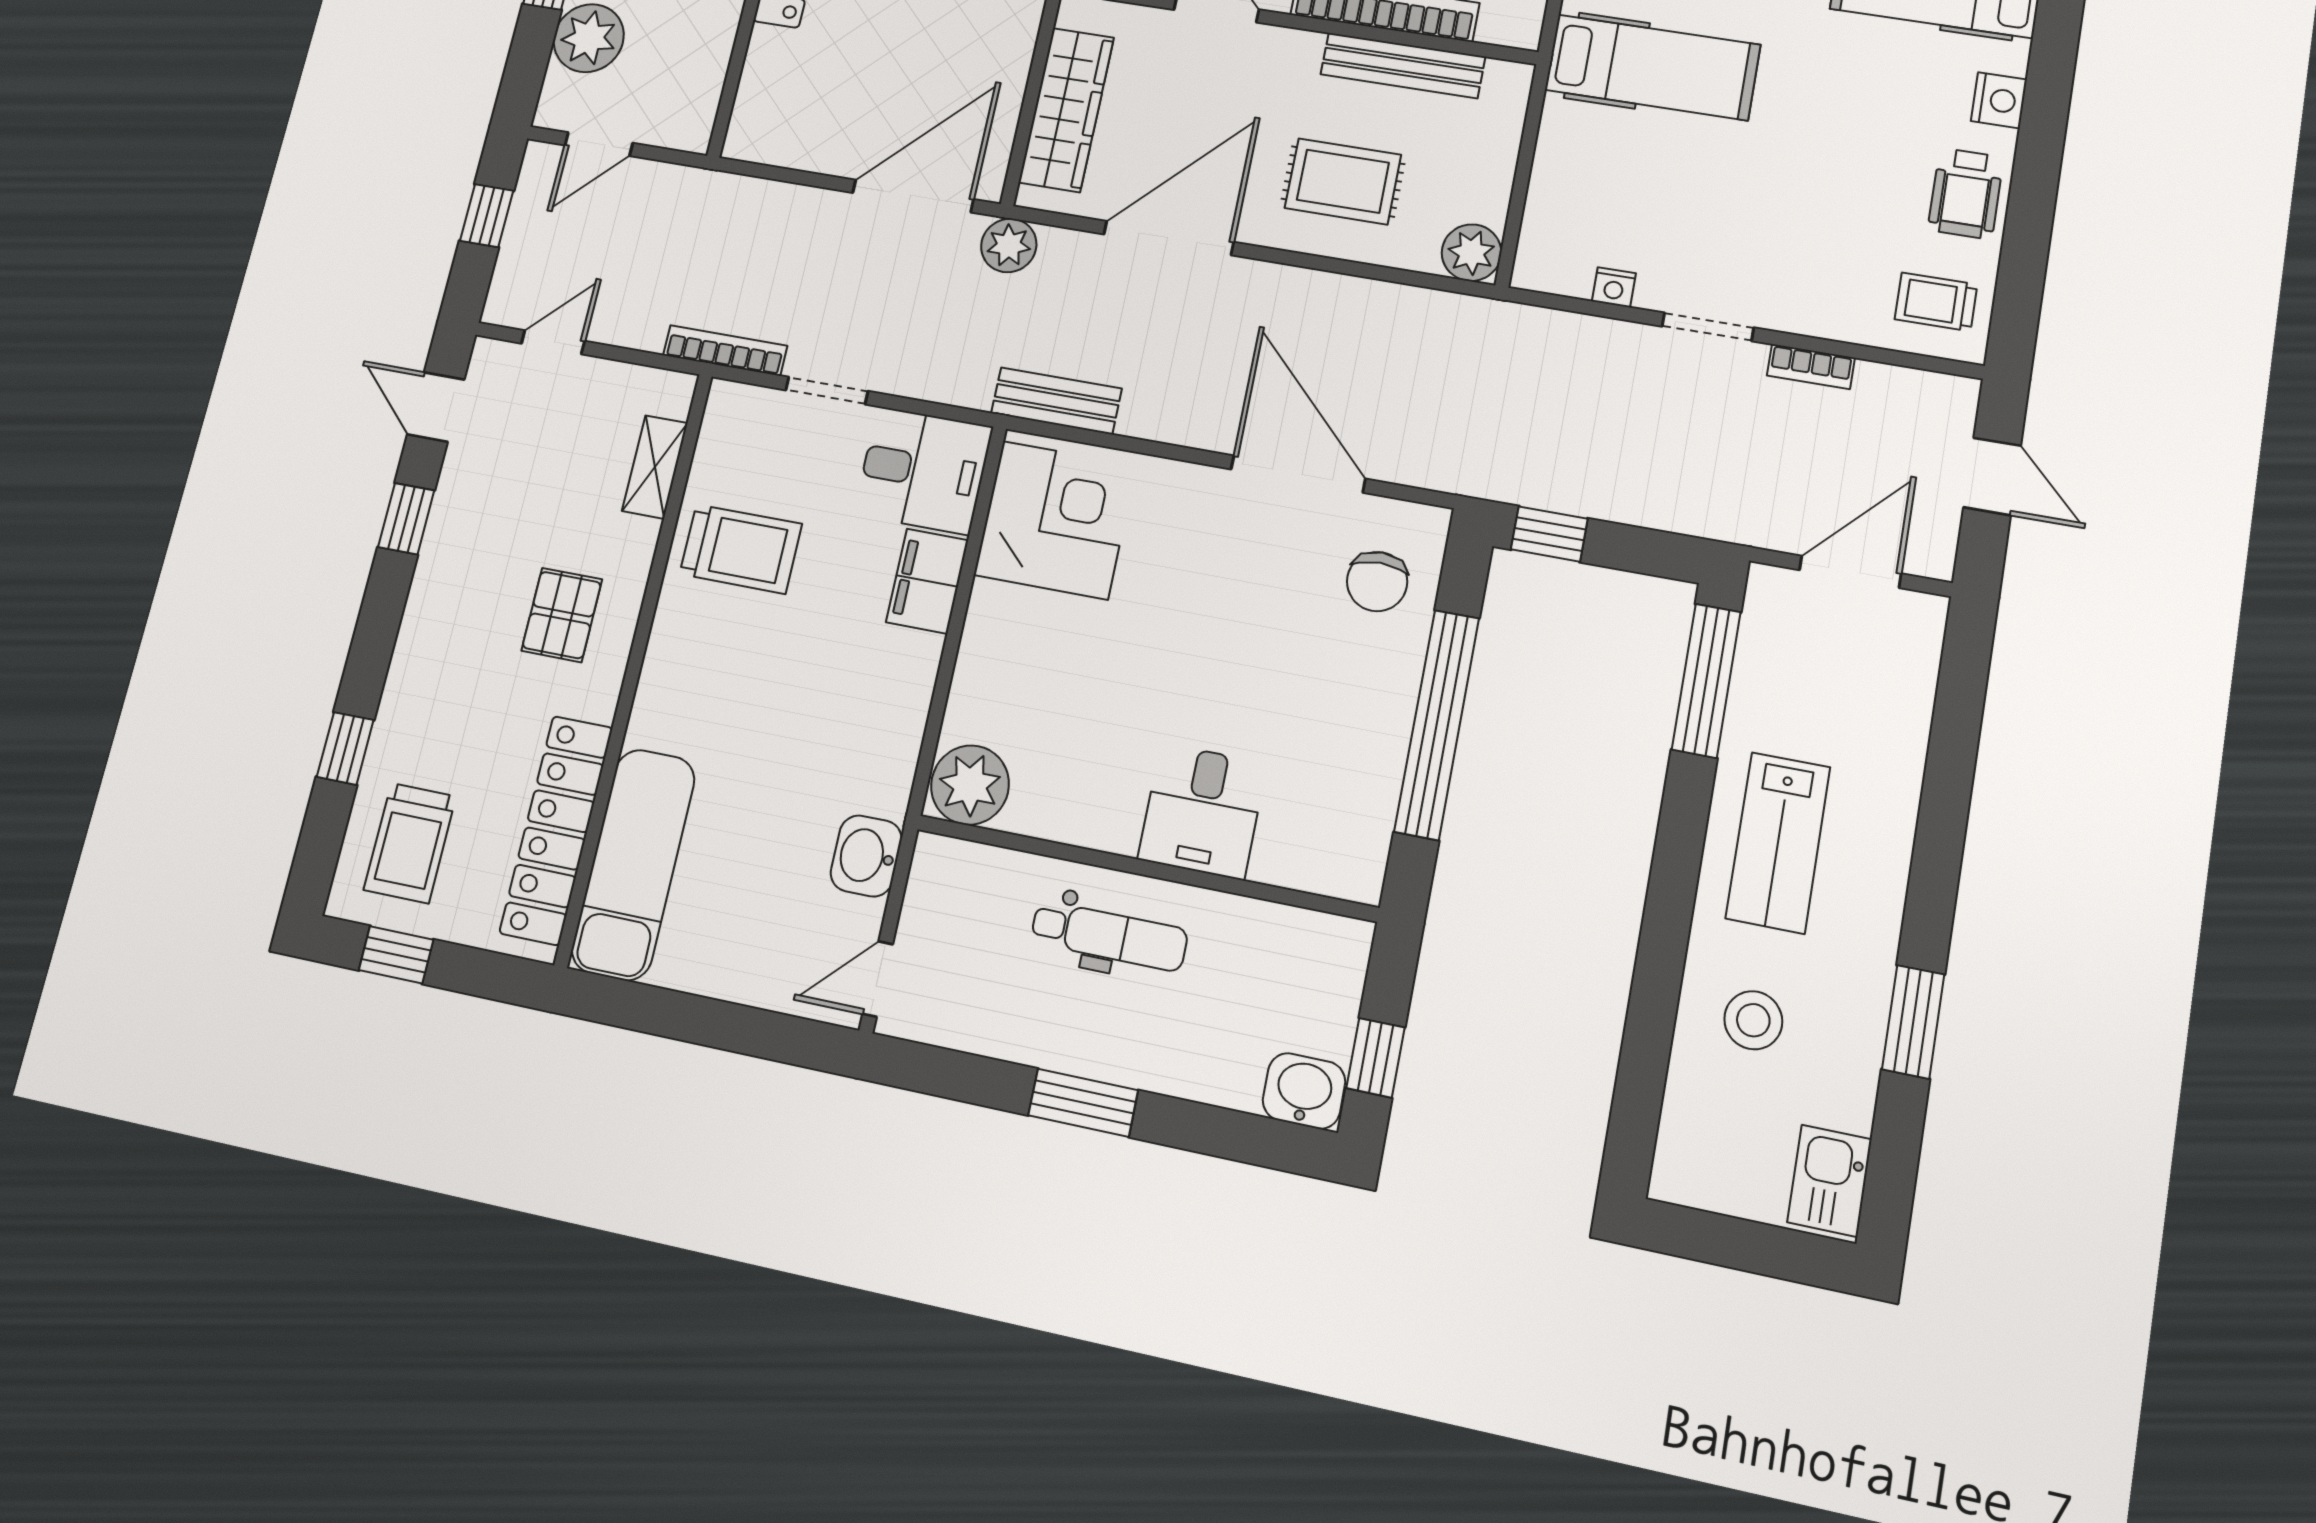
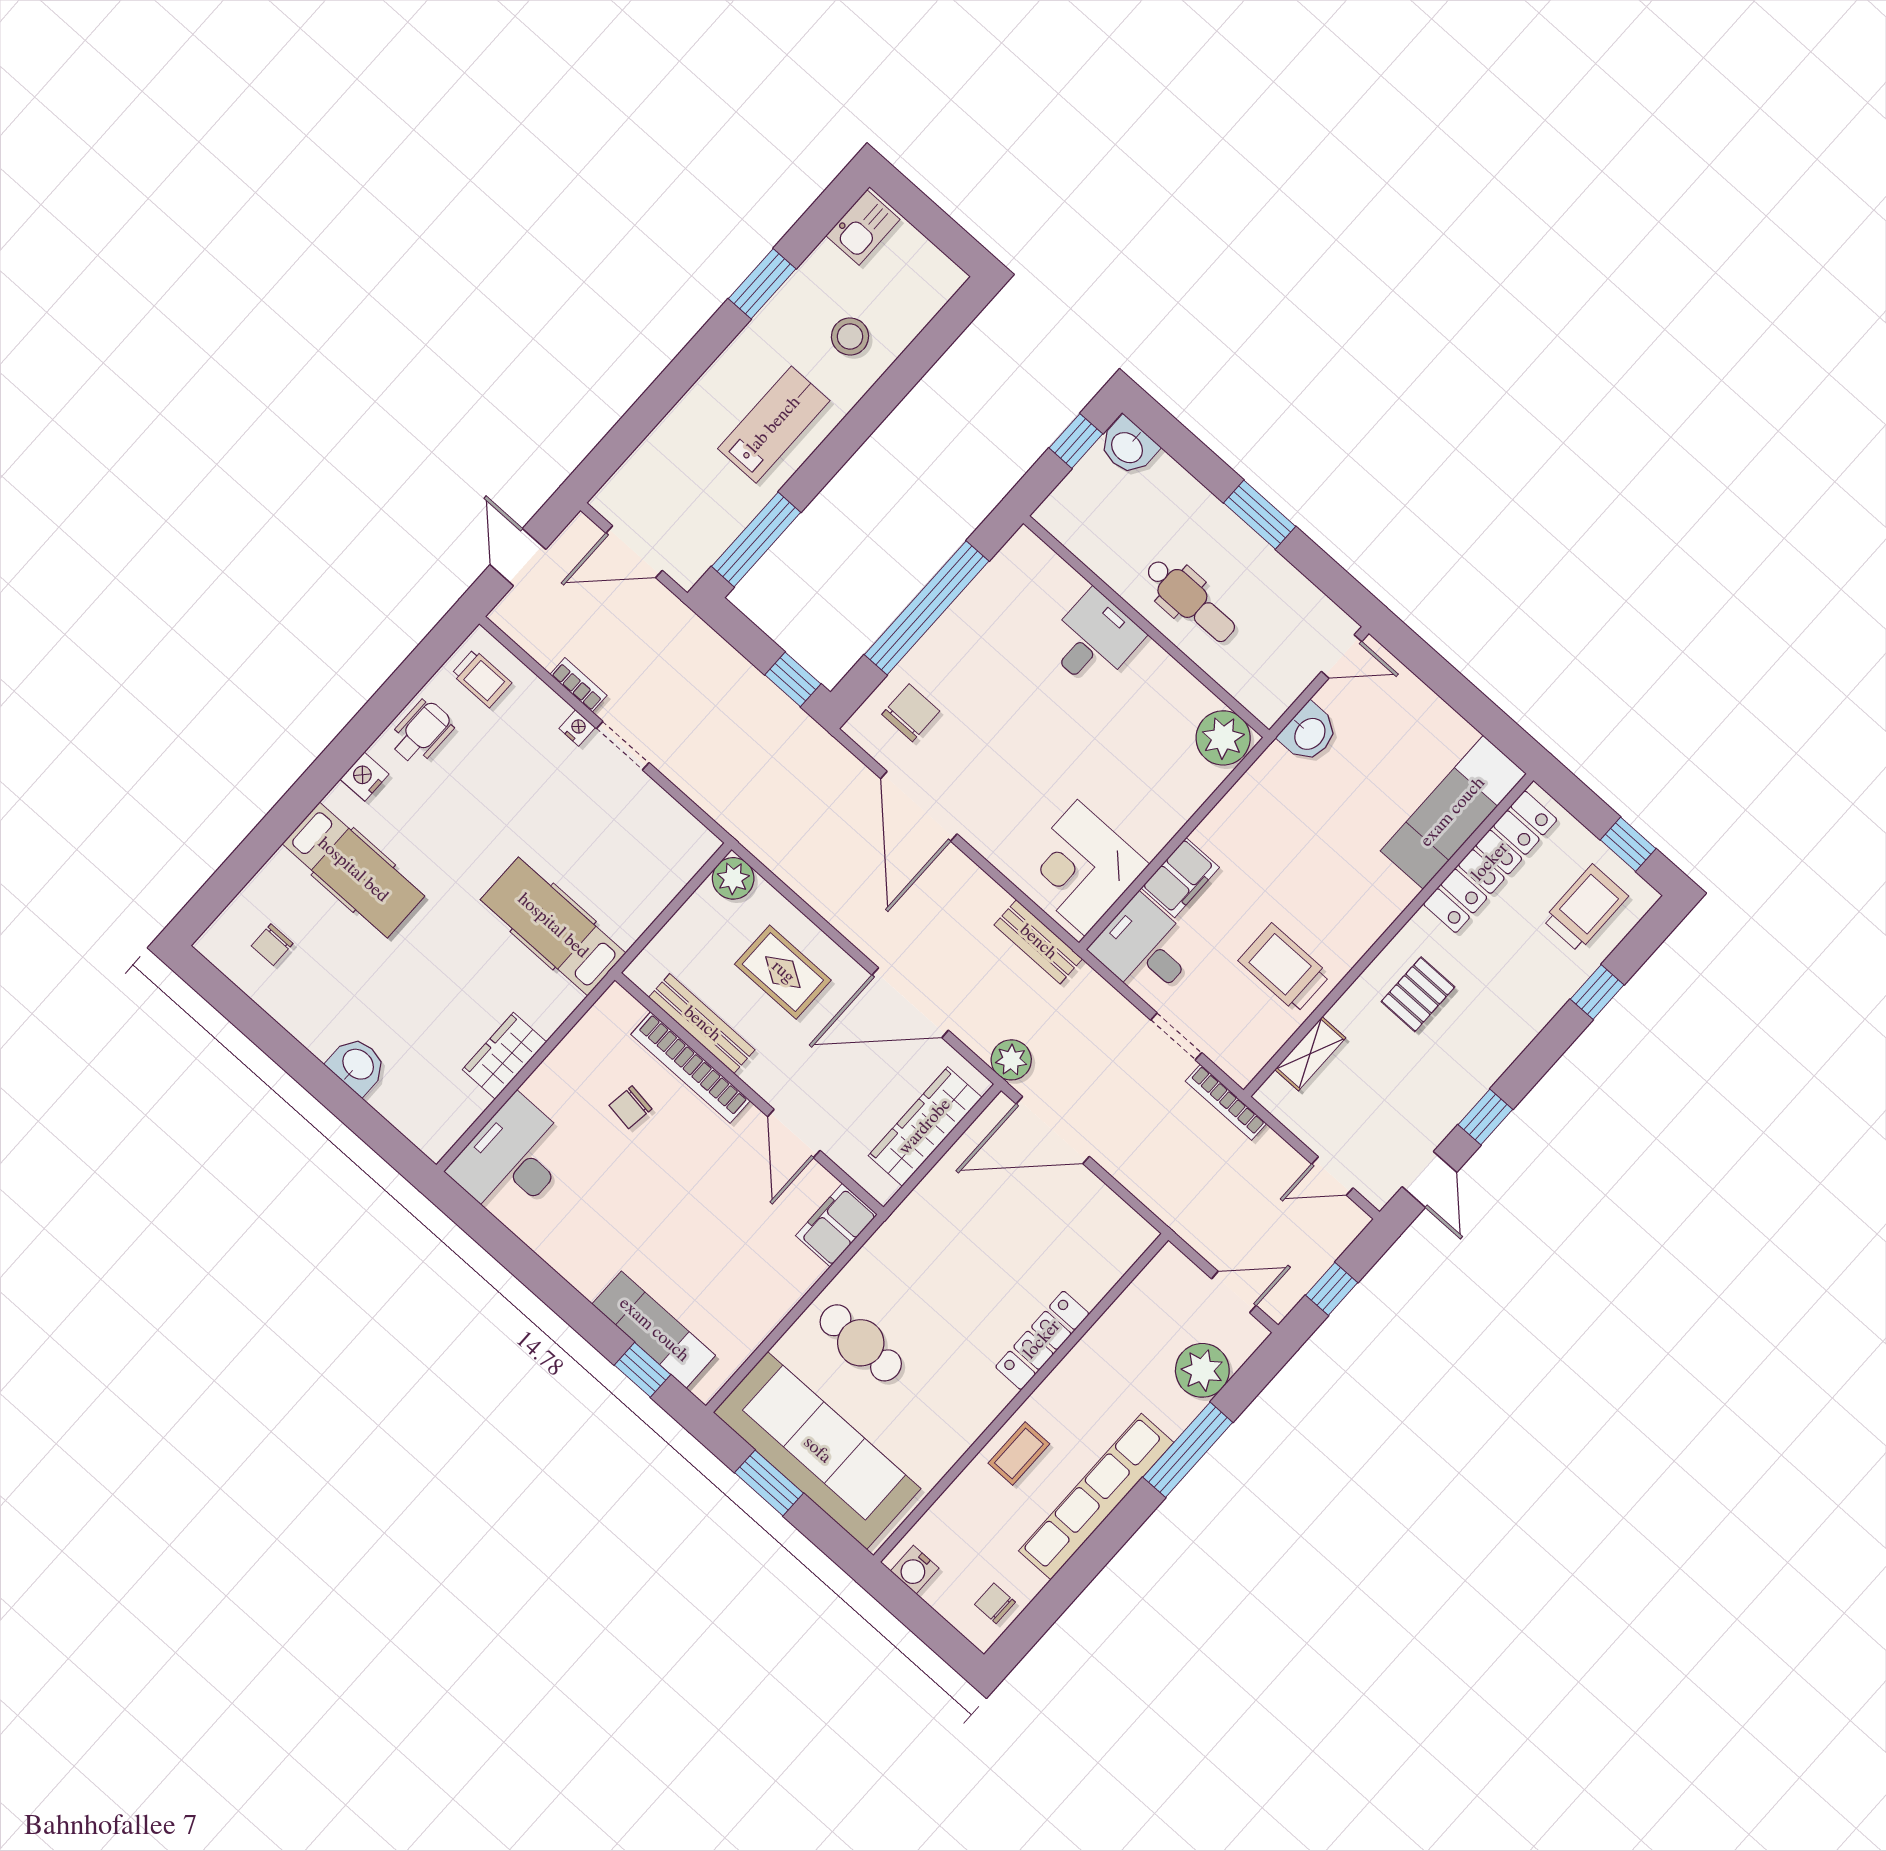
nightstand: (1614, 287) -> (577, 728), moved
dental chair: (1109, 936) -> (1190, 600), turned 180

